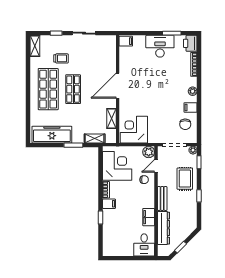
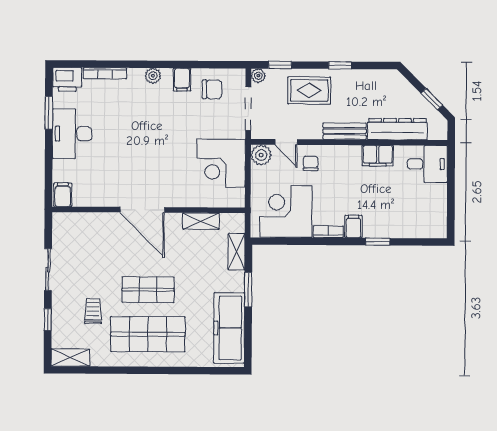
corner desk: (134, 130) -> (221, 163), moved

